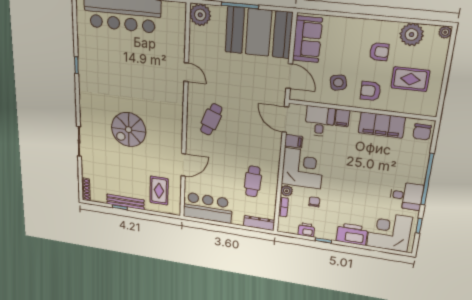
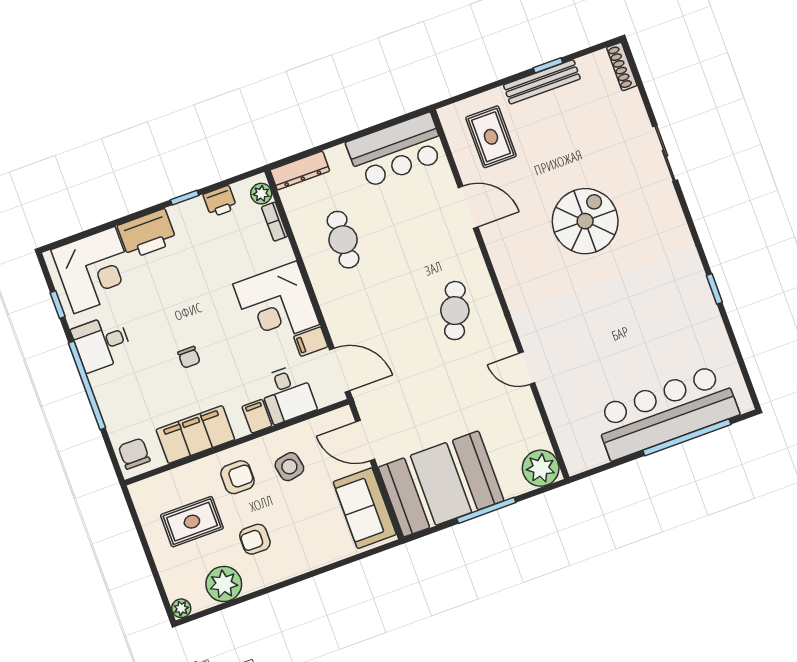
door: (183, 165) -> (468, 207), swing flipped
plant: (287, 191) -> (261, 194), moved
chair: (314, 202) -> (189, 357), moved

